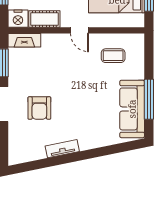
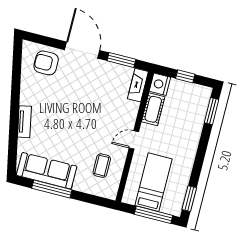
armchair: (39, 108) -> (46, 63), moved
tv unit: (62, 149) -> (24, 122), moved

